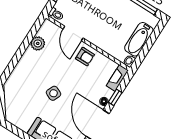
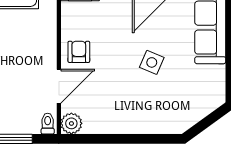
plant: (38, 43) -> (71, 123), moved

